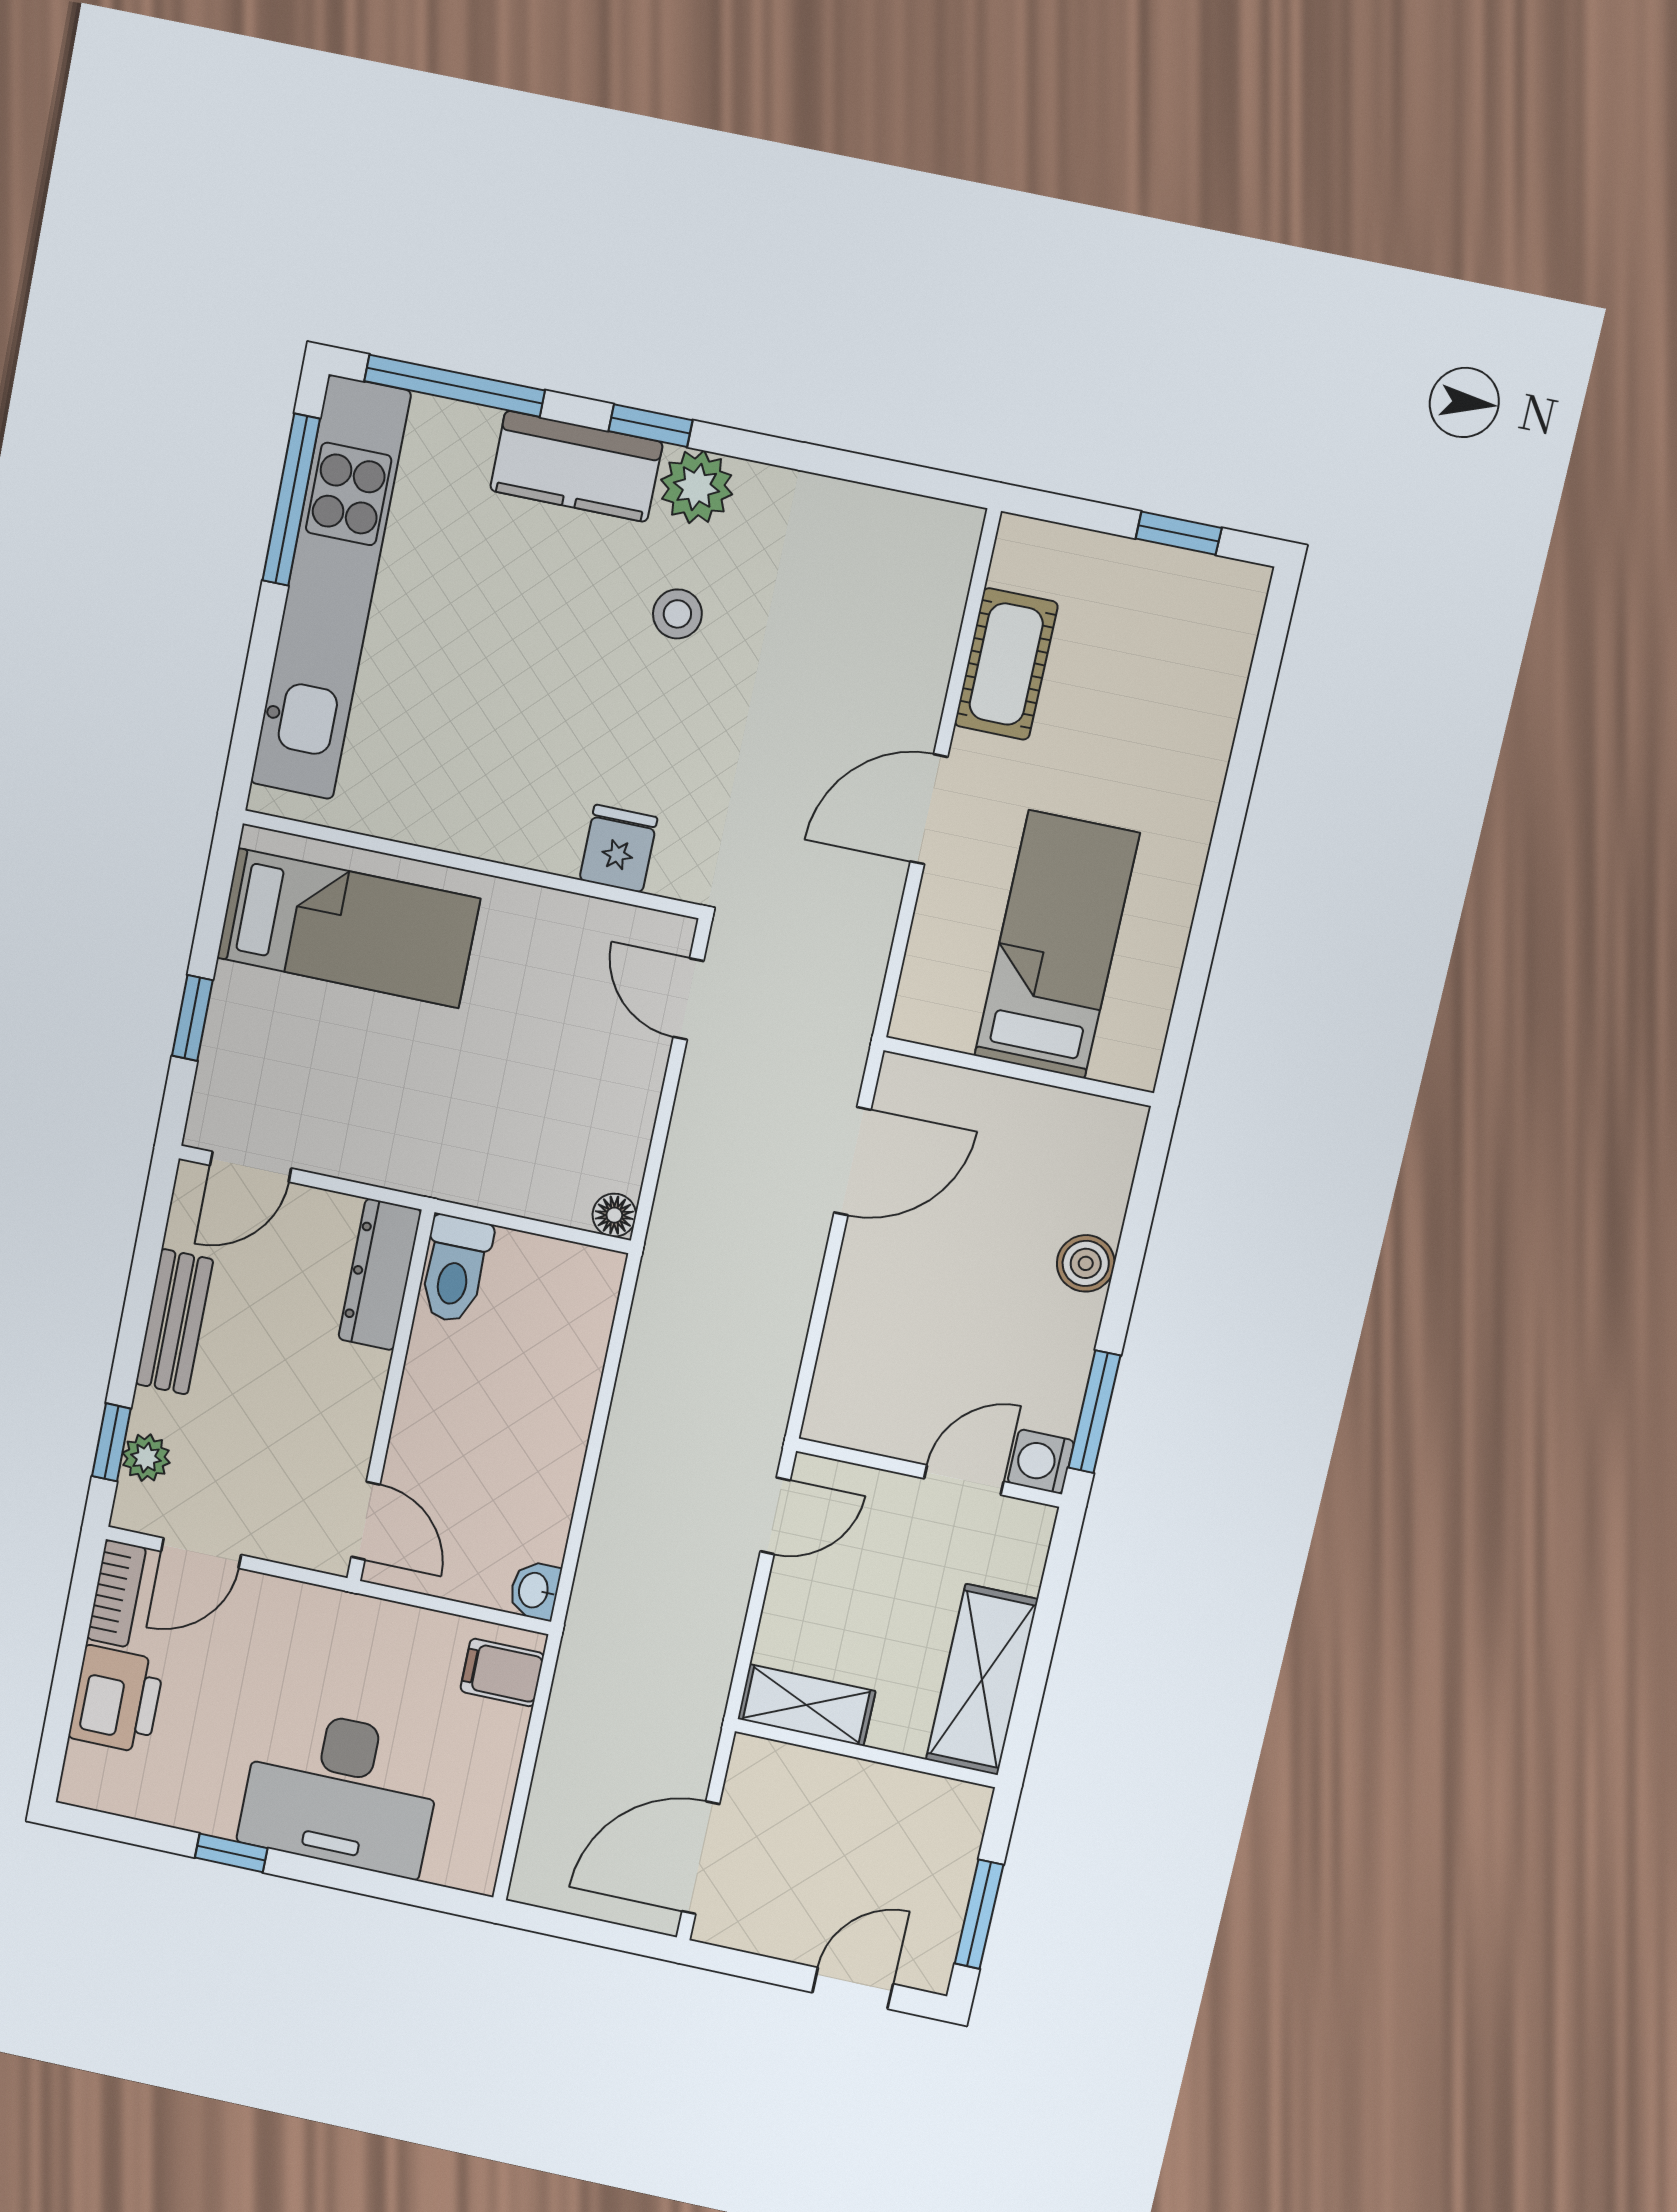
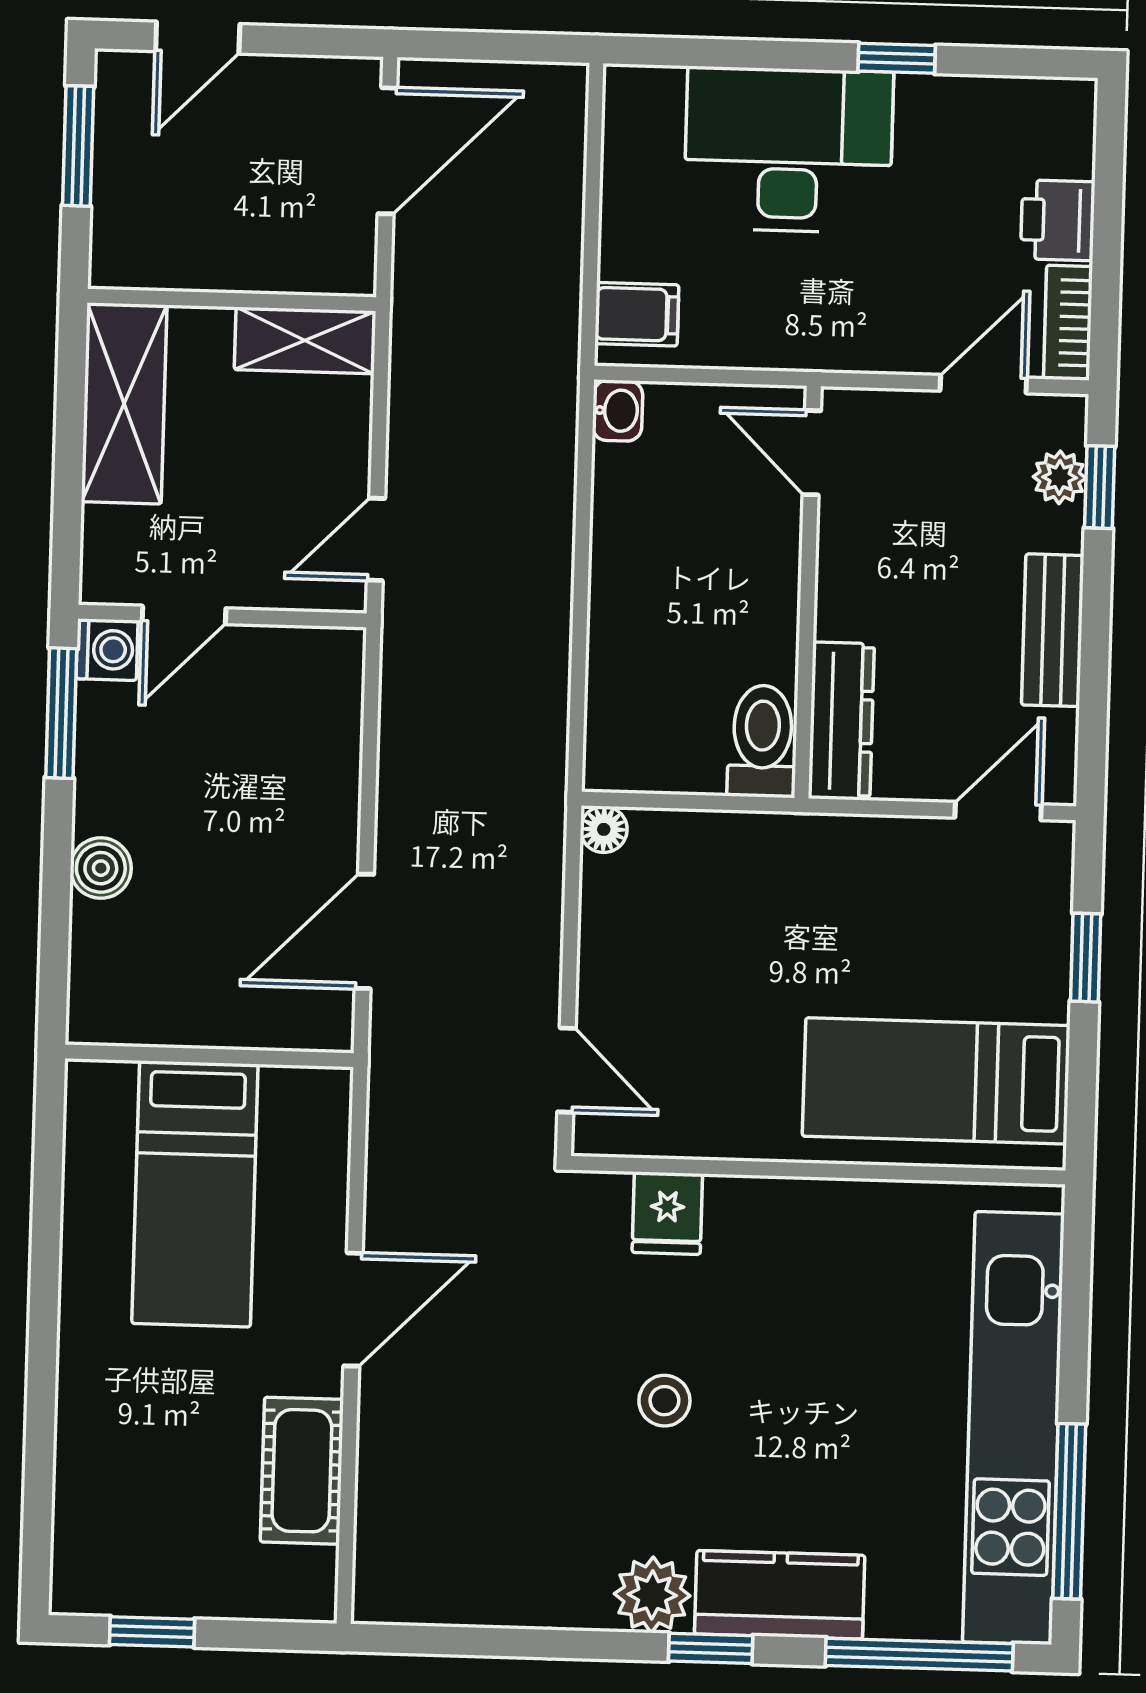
stool: (677, 614) -> (664, 1401), moved
printer: (116, 1699) -> (1058, 220), width x0.73, depth x0.81

